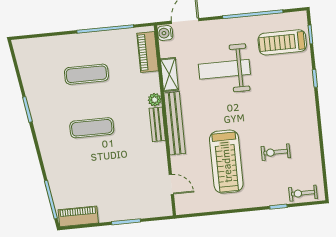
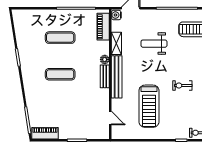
weight bench: (224, 69) -> (154, 44), width x0.73, depth x0.75
exercise bike: (276, 152) -> (182, 86), moved

